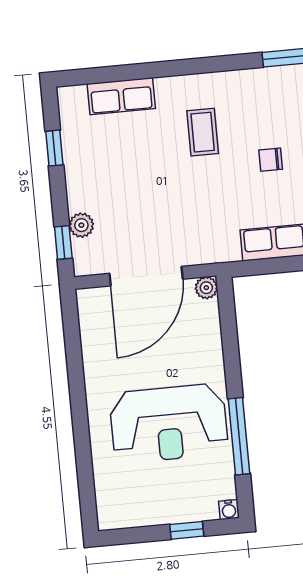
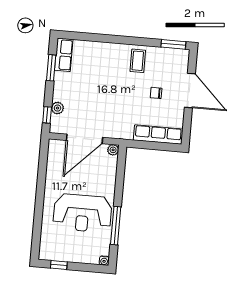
row of seats: (121, 96) -> (64, 55), moved, turned -90
coffee table: (203, 132) -> (138, 61), moved
window: (54, 148) -> (51, 68), width x1.50
window: (187, 530) -> (59, 265), moved

